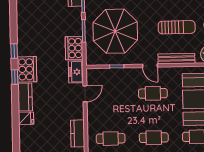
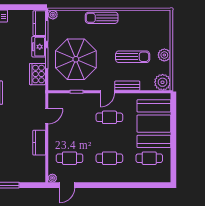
bench: (176, 59) -> (127, 86), width x0.73
door: (150, 66) -> (107, 92), hinge flipped
freezer: (76, 72) -> (39, 47), moved
kitchen counter: (78, 133) -> (39, 143), moved

